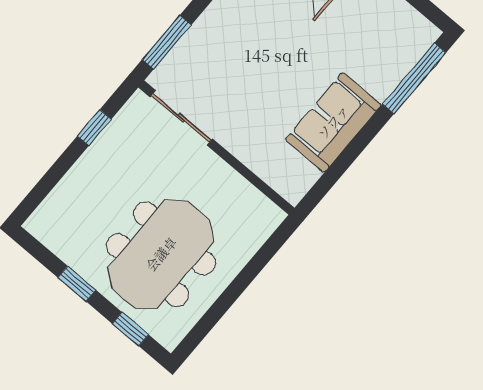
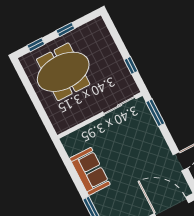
meeting table: (161, 254) -> (63, 72), turned 90

